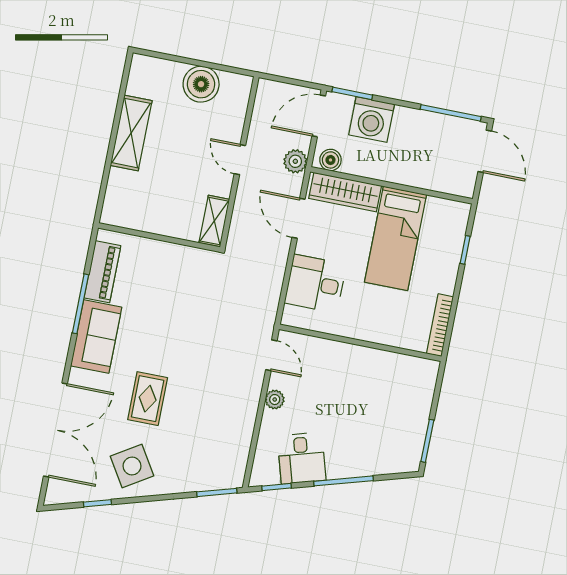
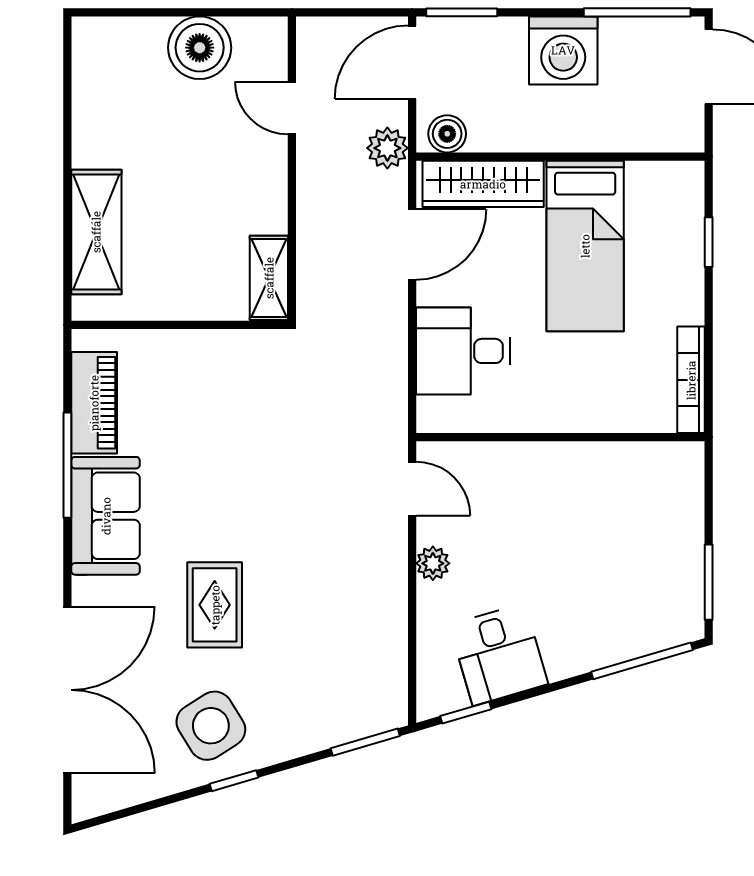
washing machine: (372, 119) -> (563, 50), moved
shelving: (131, 133) -> (96, 232), moved
door: (240, 160) -> (292, 108), moved
door: (298, 218) -> (412, 244), swing flipped
window: (343, 481) -> (642, 661), moved
window: (97, 503) -> (234, 781), moved

